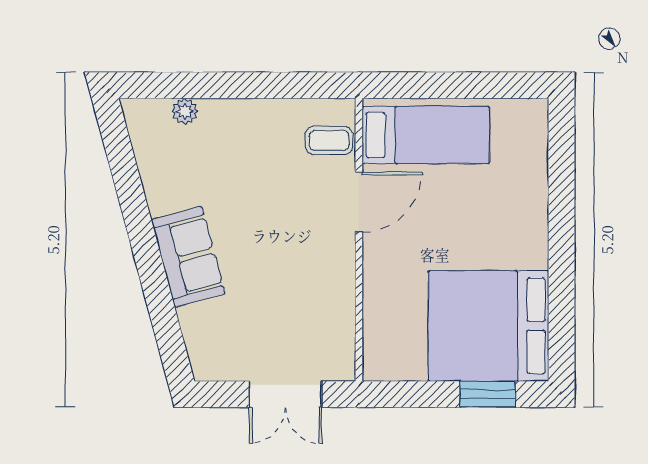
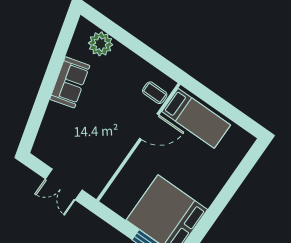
plant: (185, 111) -> (101, 44), width x1.88, depth x1.88
sofa: (188, 257) -> (70, 82), moved

